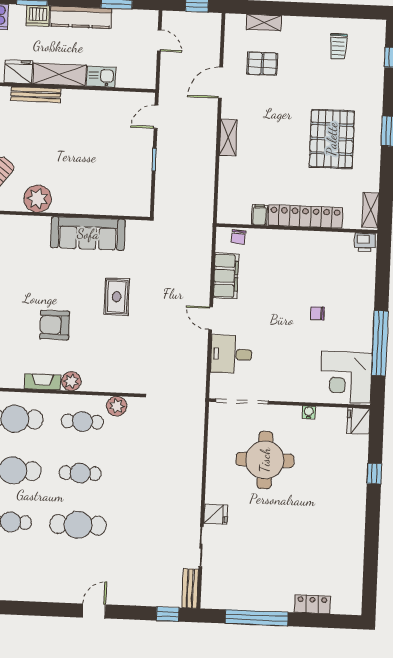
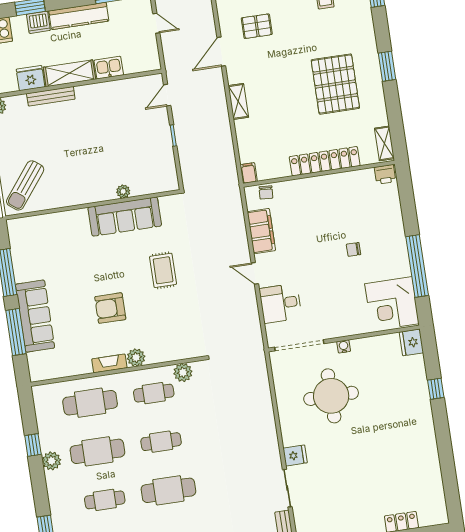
plant: (38, 199) -> (123, 191), moved, width x0.53, depth x0.53
filing cabinet: (259, 215) -> (249, 173), moved
water cooler: (309, 412) -> (344, 346), moved

